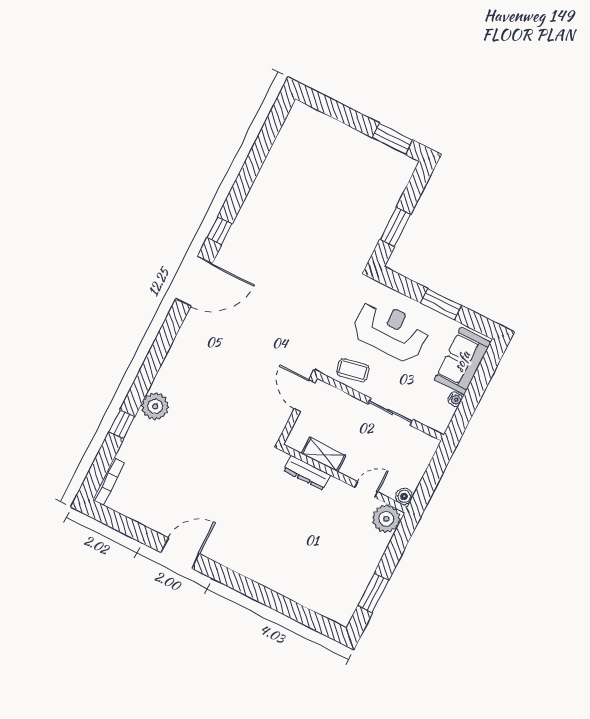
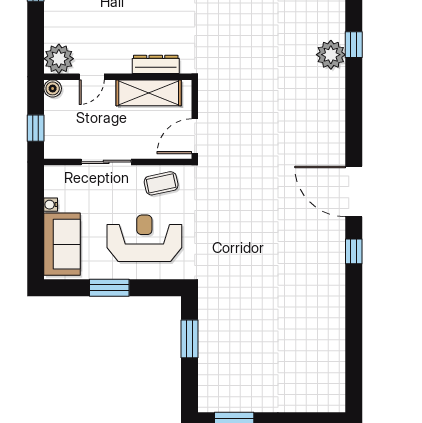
door: (194, 281) -> (354, 191), hinge flipped
reception desk: (391, 331) -> (144, 238), turned 180
door: (305, 396) -> (195, 136), swing flipped
window: (122, 424) -> (354, 45), moved
shelving: (324, 455) -> (149, 93), width x1.50, depth x1.33
window: (435, 470) -> (36, 128), added

